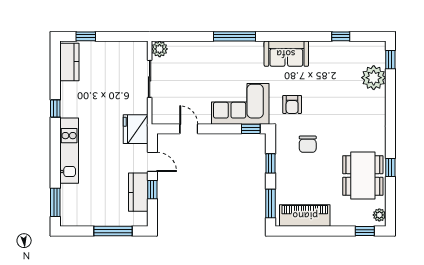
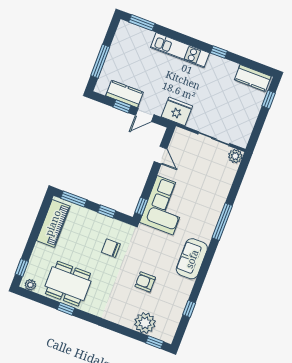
armchair: (292, 104) -> (145, 282), moved
door: (189, 129) -> (161, 155), hinge flipped

